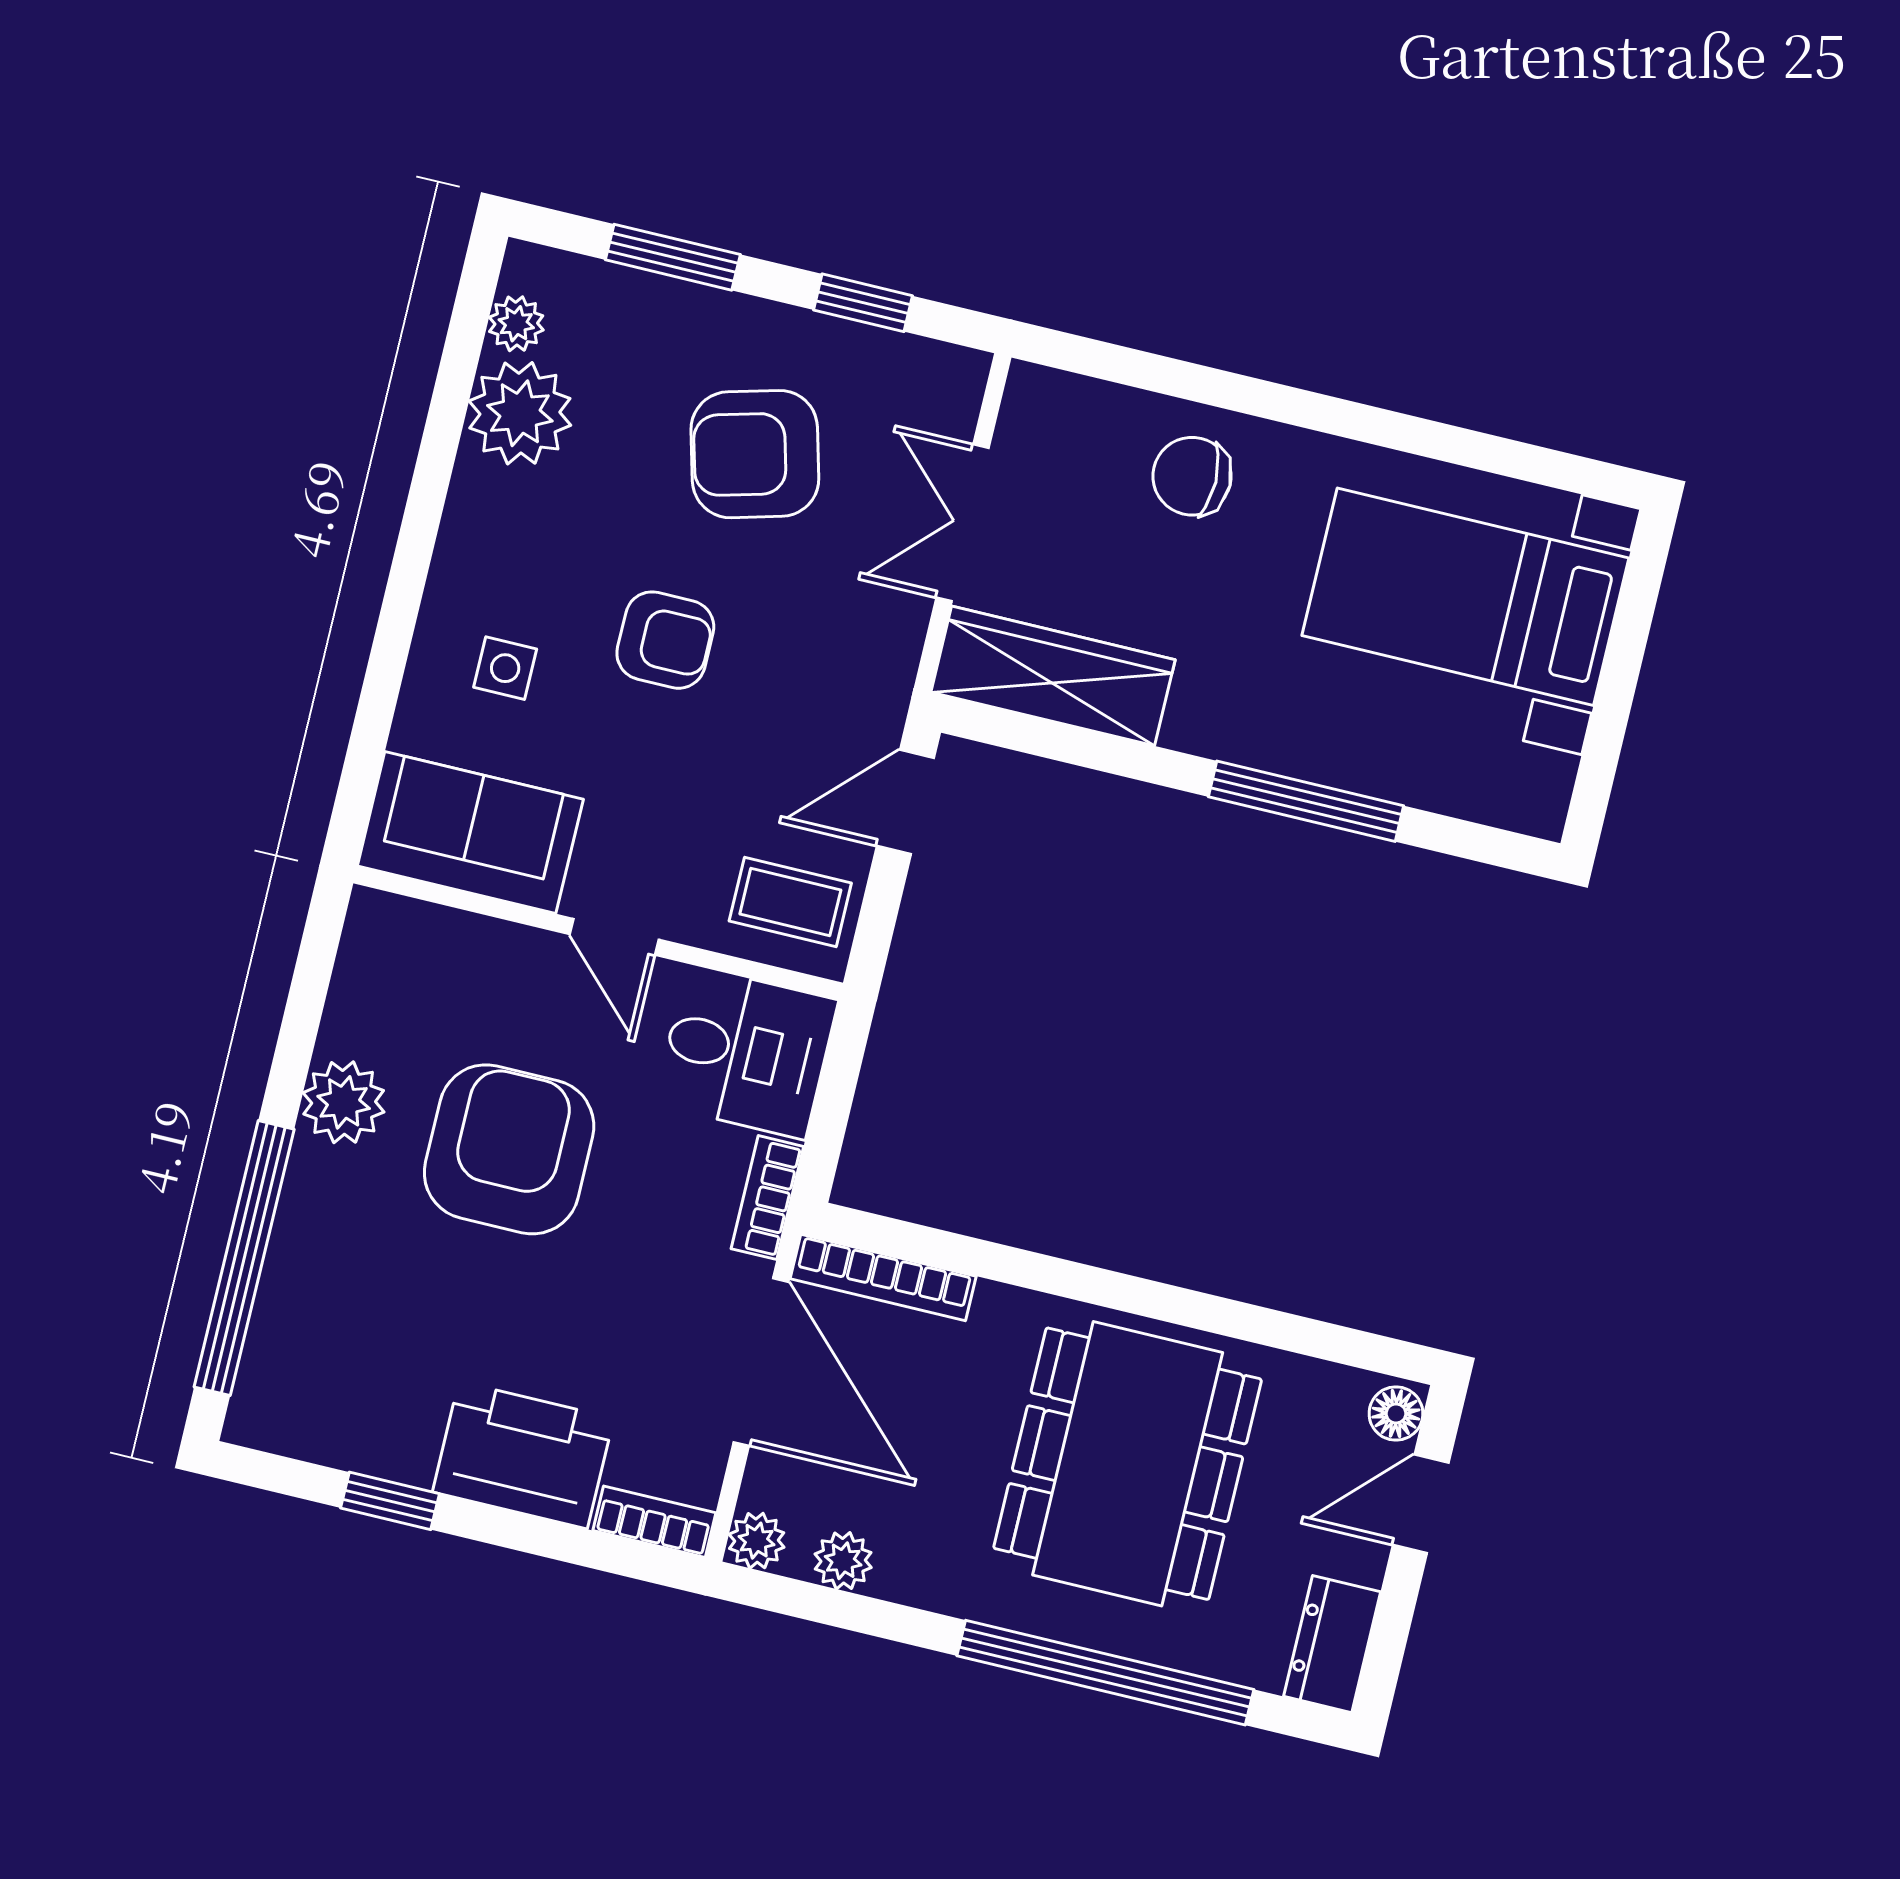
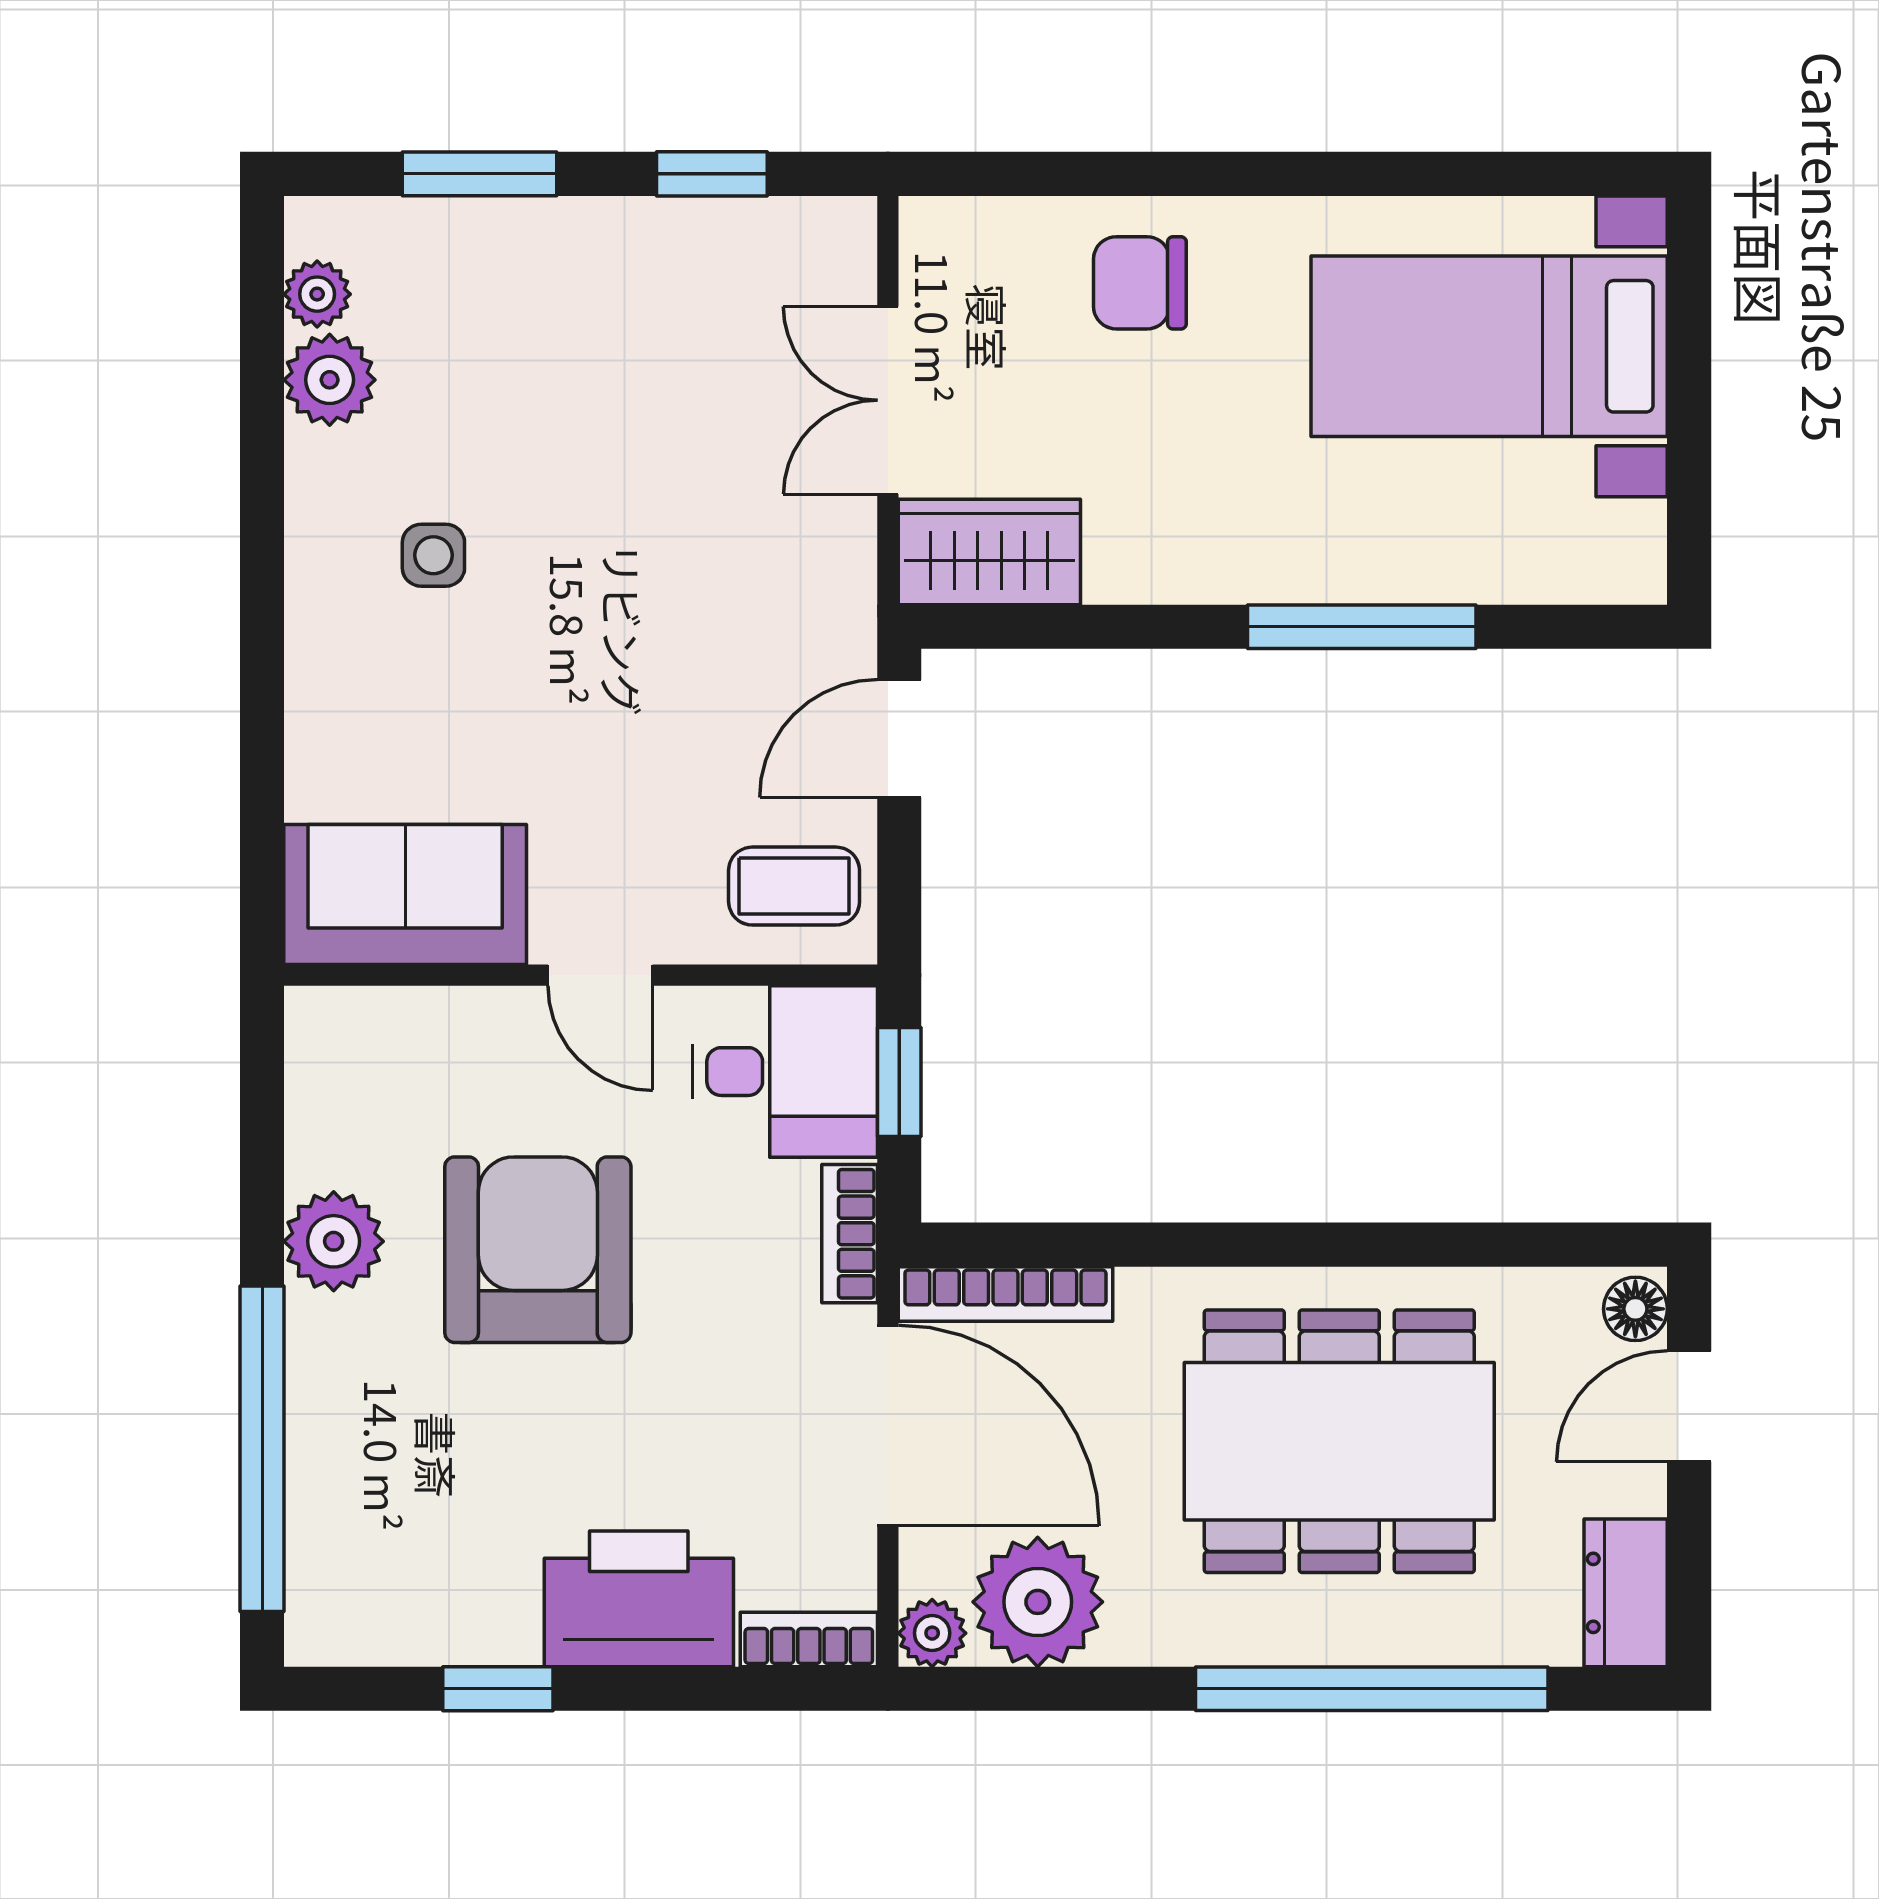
plant: (520, 413) -> (330, 380), width x0.73, depth x0.73
armchair: (755, 454) -> (629, 378), removed
armchair: (665, 640) -> (577, 618), removed
side table: (505, 668) -> (433, 555), moved
wardrobe: (1053, 676) -> (989, 552), width x0.67
window: (838, 1083) -> (899, 1082), added
dining table: (1128, 1464) -> (1339, 1441), turned 90
plant: (843, 1561) -> (1038, 1602), width x1.88, depth x1.88

